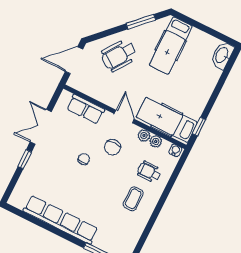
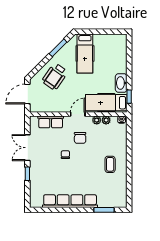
washbasin: (222, 55) -> (121, 83), moved
door: (124, 116) -> (78, 114), hinge flipped
wheelchair: (149, 172) -> (112, 142), removed

